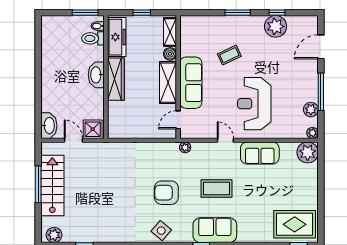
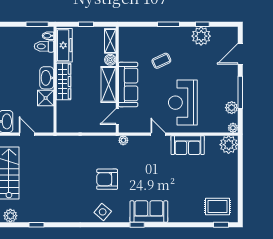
shower: (93, 129) -> (46, 98), moved
coffee table: (216, 189) -> (150, 176), removed
rug: (295, 224) -> (217, 207), width x0.73, depth x0.70

